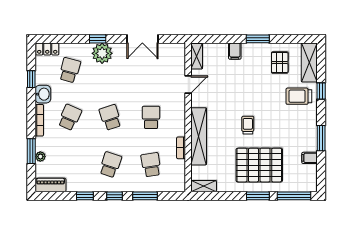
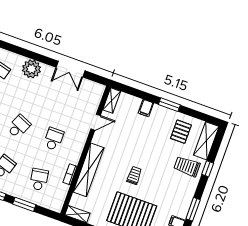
window: (98, 39) -> (32, 55), removed
school desk: (110, 117) -> (19, 126), turned 42

